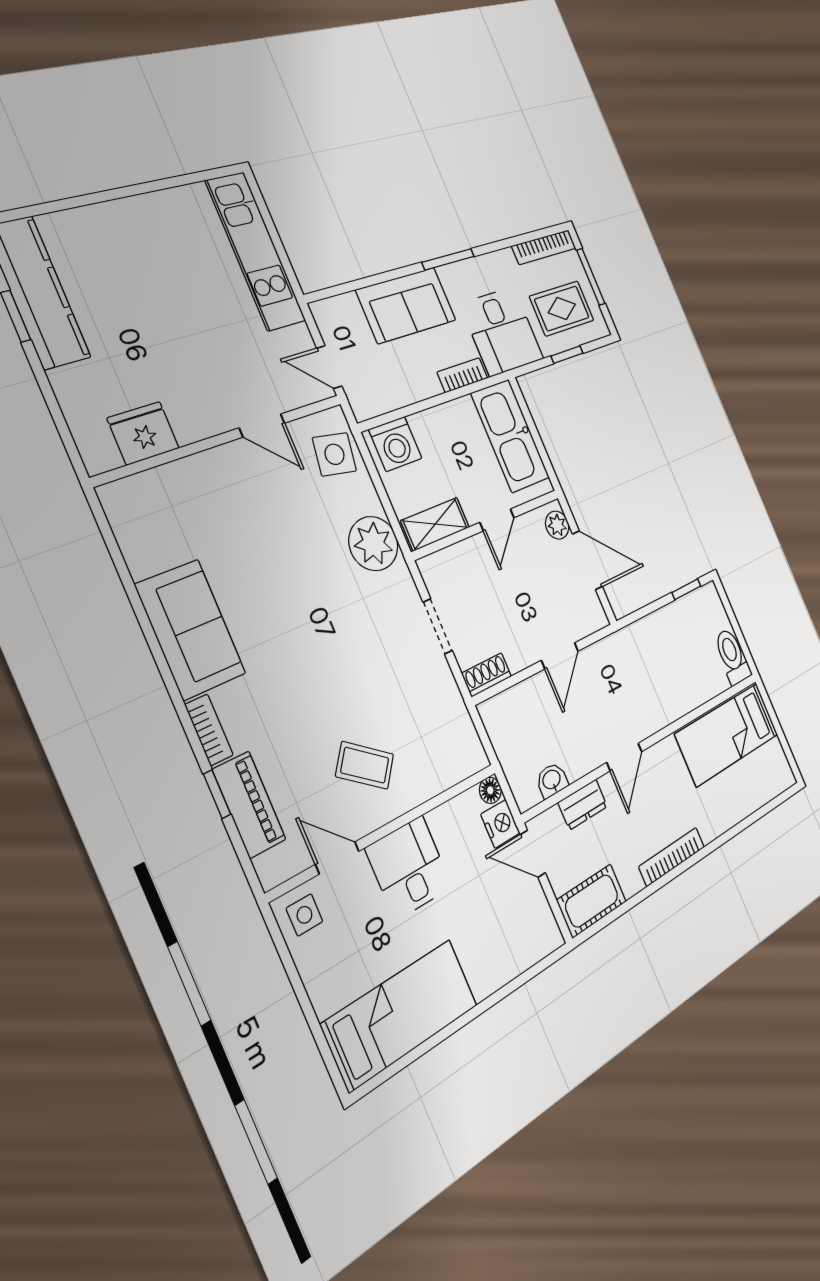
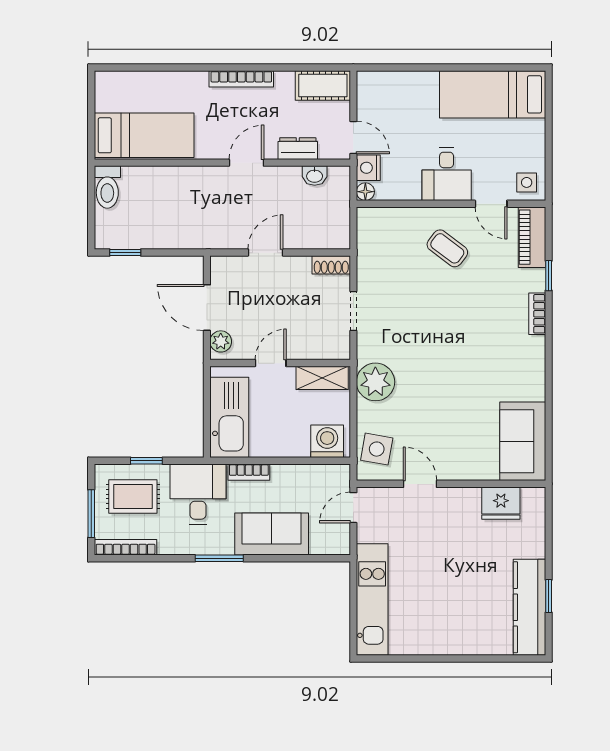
door: (329, 367) -> (353, 508), swing flipped
sofa: (191, 629) -> (523, 441), moved
piano: (249, 805) -> (532, 237), moved

